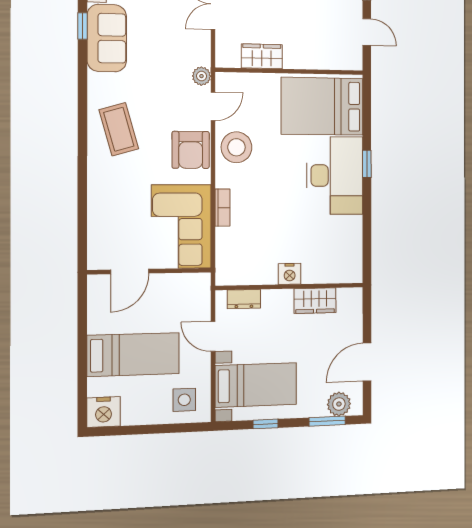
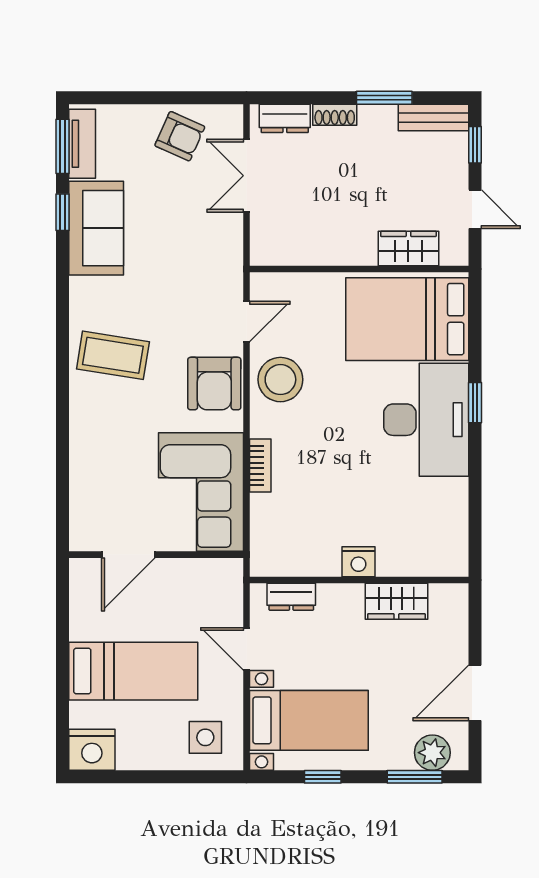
wardrobe: (262, 56) -> (408, 248), moved
plant: (201, 76) -> (230, 279), removed
coffee table: (119, 129) -> (113, 355), turned -65

